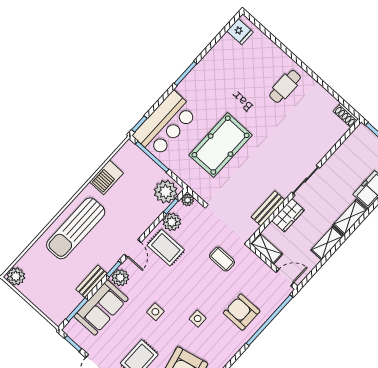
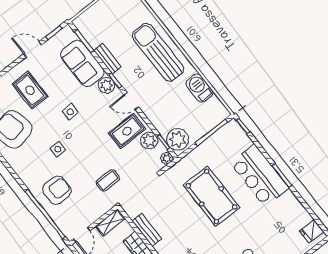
bar counter: (165, 124) -> (260, 176), moved

